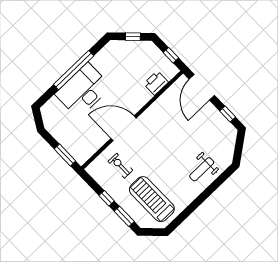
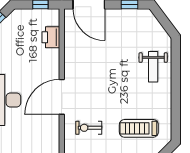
treadmill: (152, 199) -> (139, 128), width x0.73, depth x0.73

